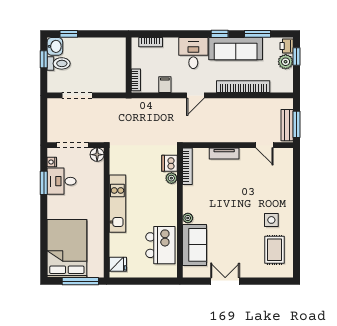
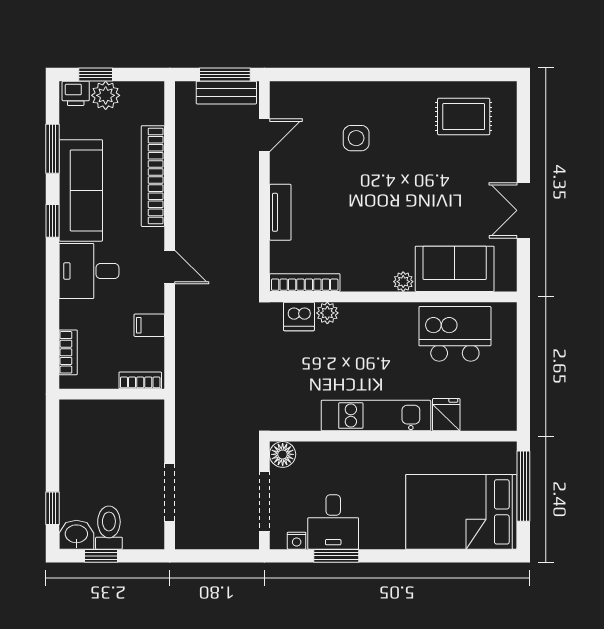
side table: (271, 220) -> (356, 138), moved
fridge: (118, 264) -> (446, 415), moved

